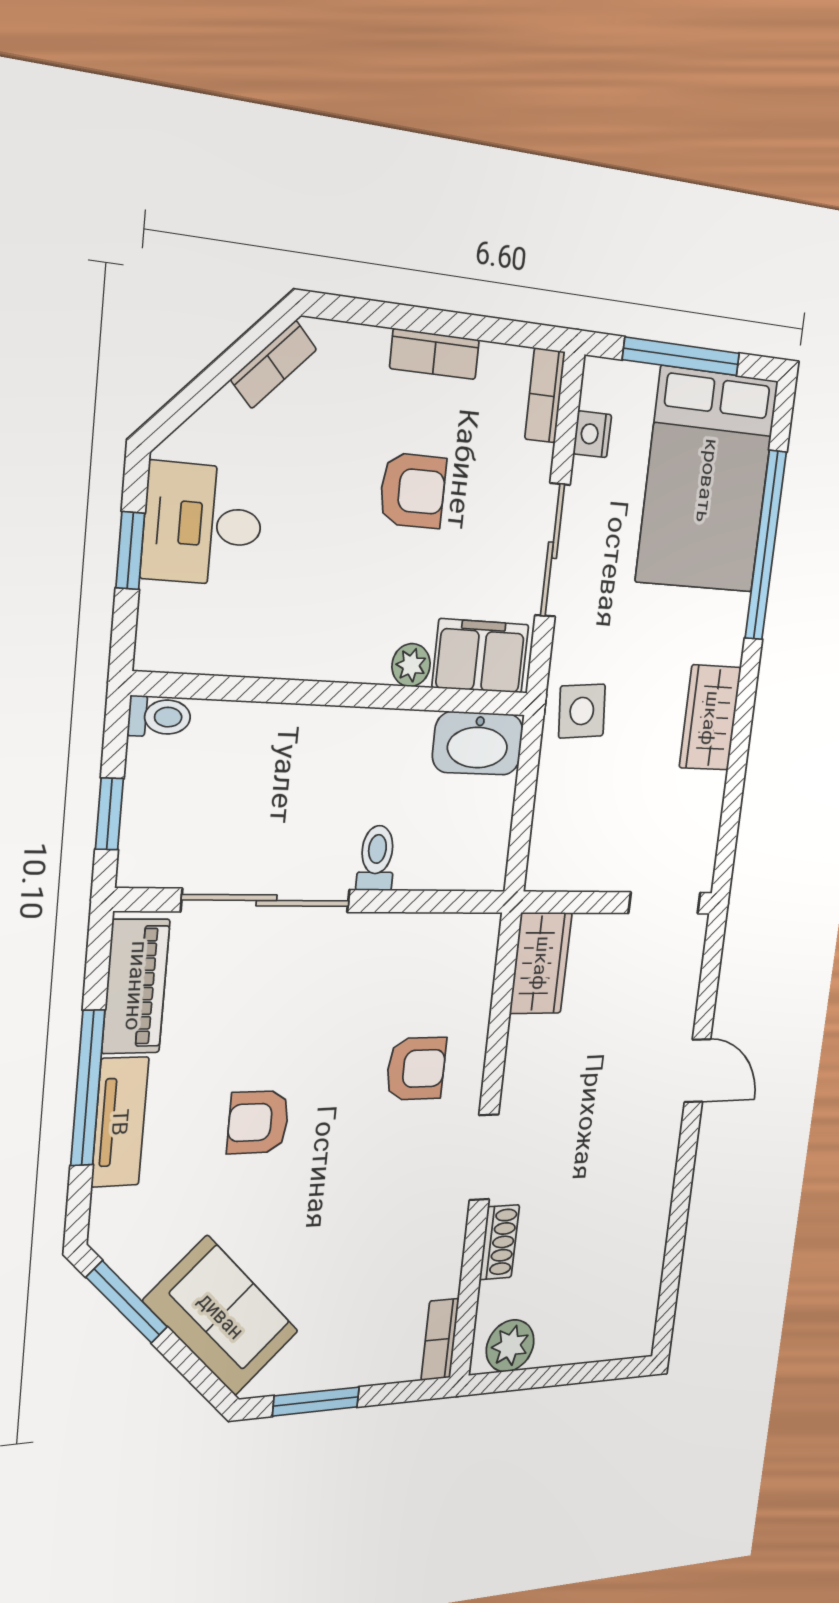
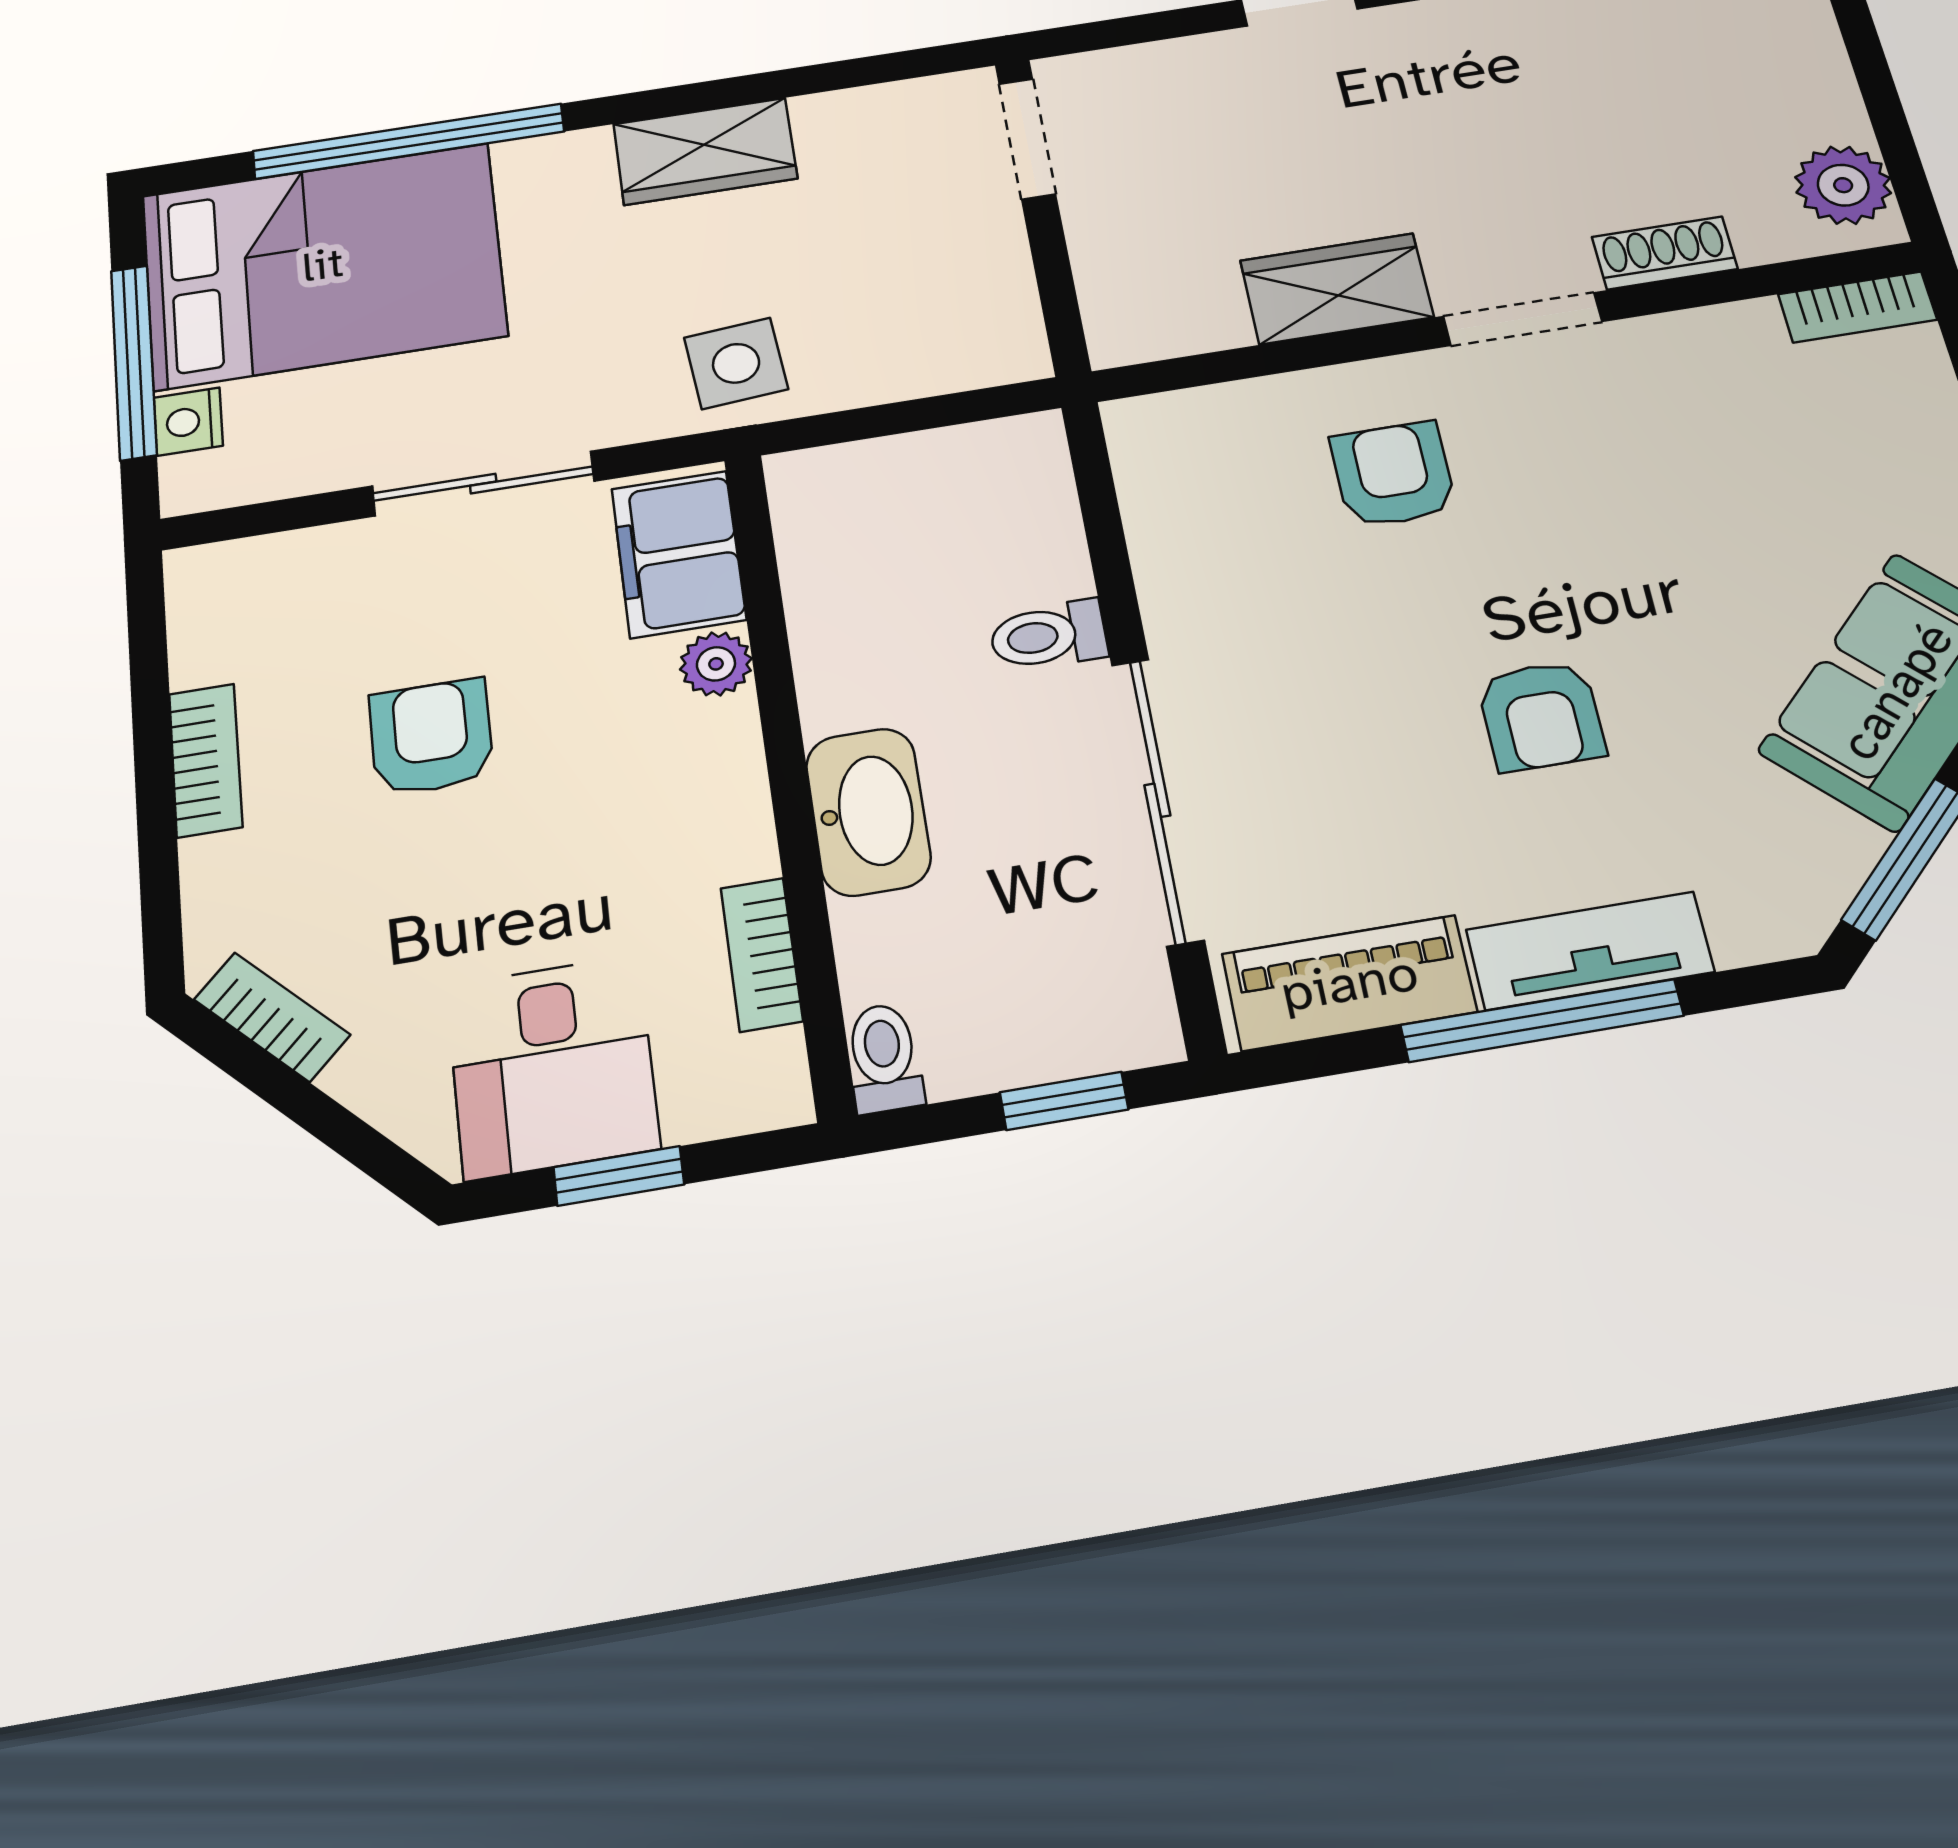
bookcase: (545, 395) -> (762, 954), moved, turned 90
nightstand: (592, 434) -> (188, 422), moved, turned 90
washbasin: (478, 743) -> (868, 812), moved
wardrobe: (541, 963) -> (1337, 289), moved

